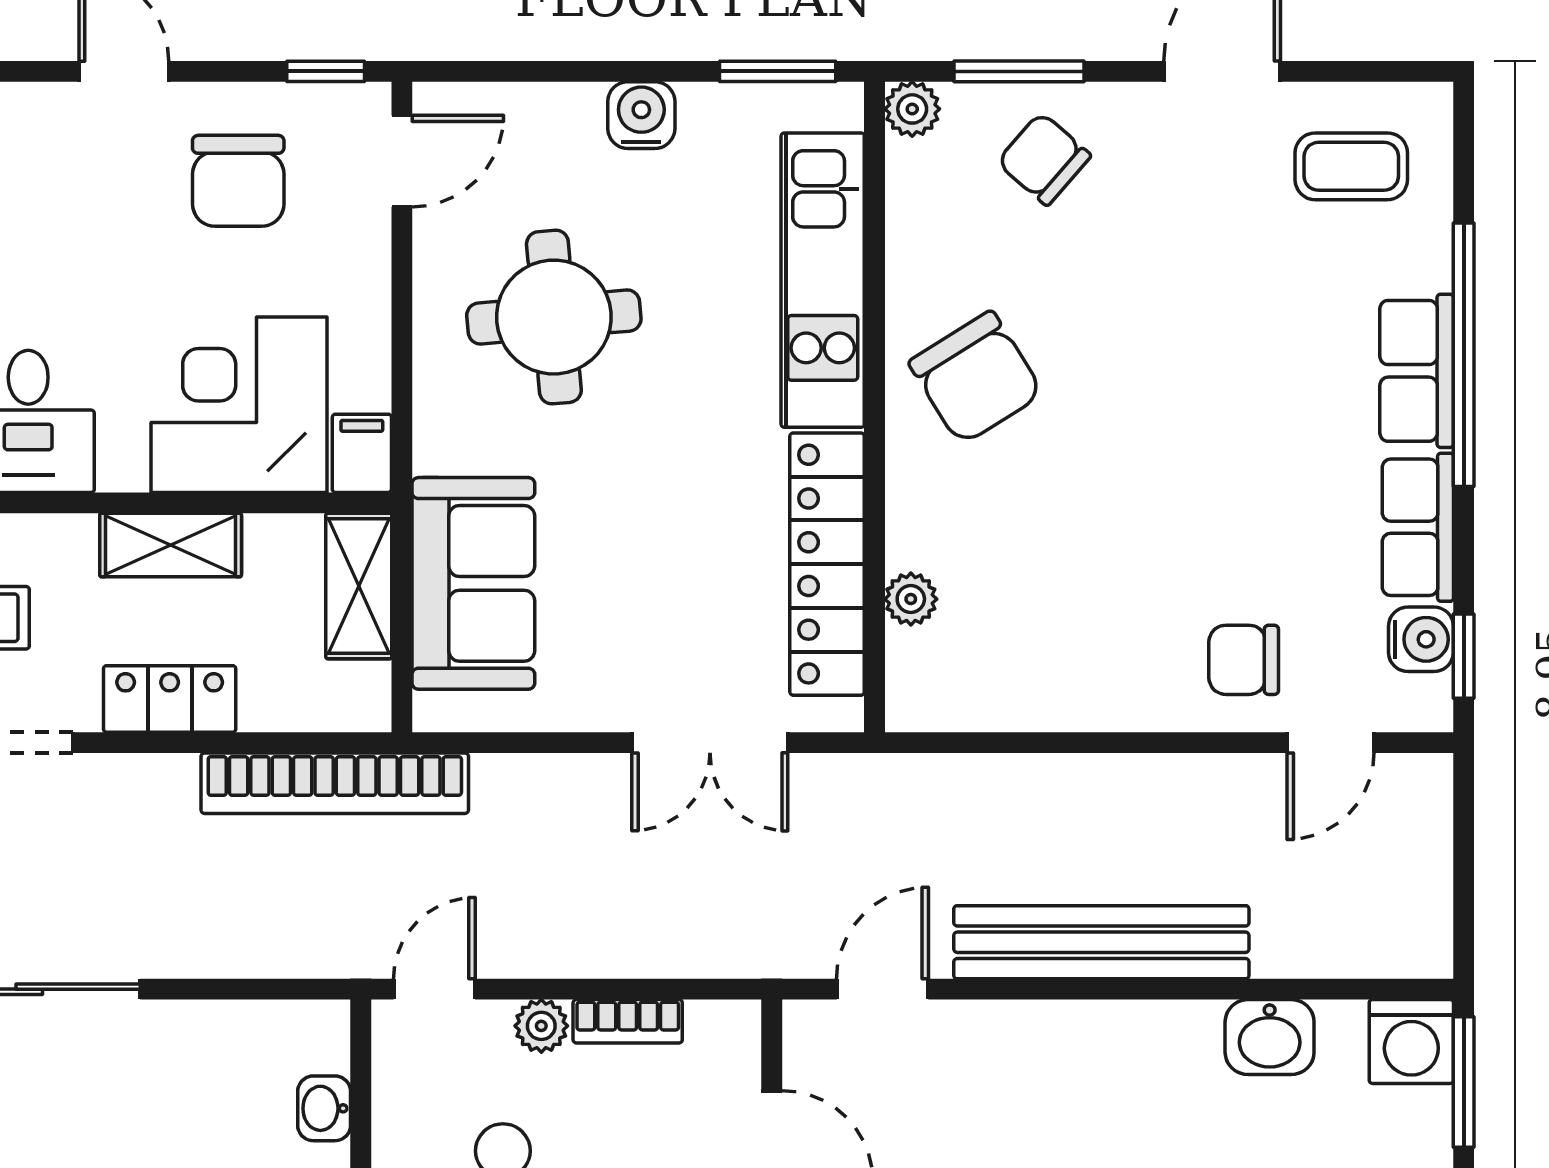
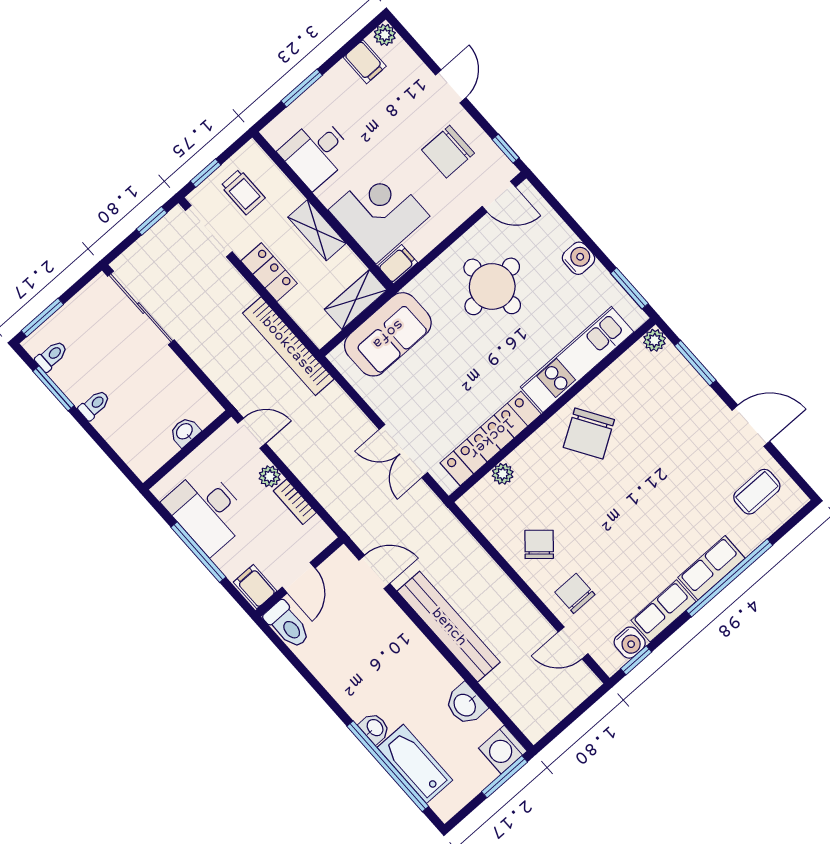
chair: (1044, 159) -> (539, 544), moved
coffee table: (1351, 166) -> (757, 492), turned 90

